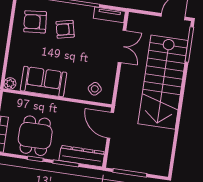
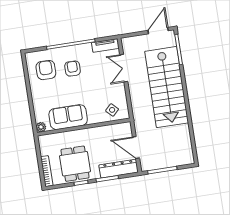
armchair: (35, 22) -> (46, 70), turned 95
armchair: (65, 29) -> (73, 69), turned 103
double door: (122, 46) -> (124, 68), swing flipped
door: (110, 125) -> (136, 147), moved

